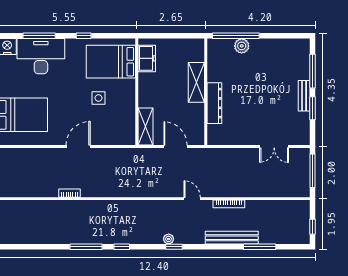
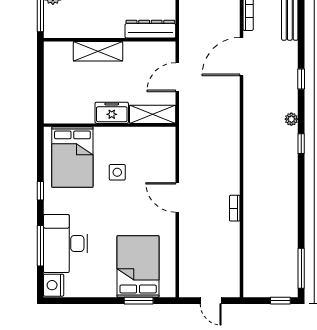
freezer: (147, 58) -> (112, 113), moved
dresser: (214, 103) -> (150, 29), moved
door: (192, 199) -> (242, 57), width x1.88
plant: (169, 239) -> (291, 119), moved
window: (86, 247) -> (301, 268), moved

